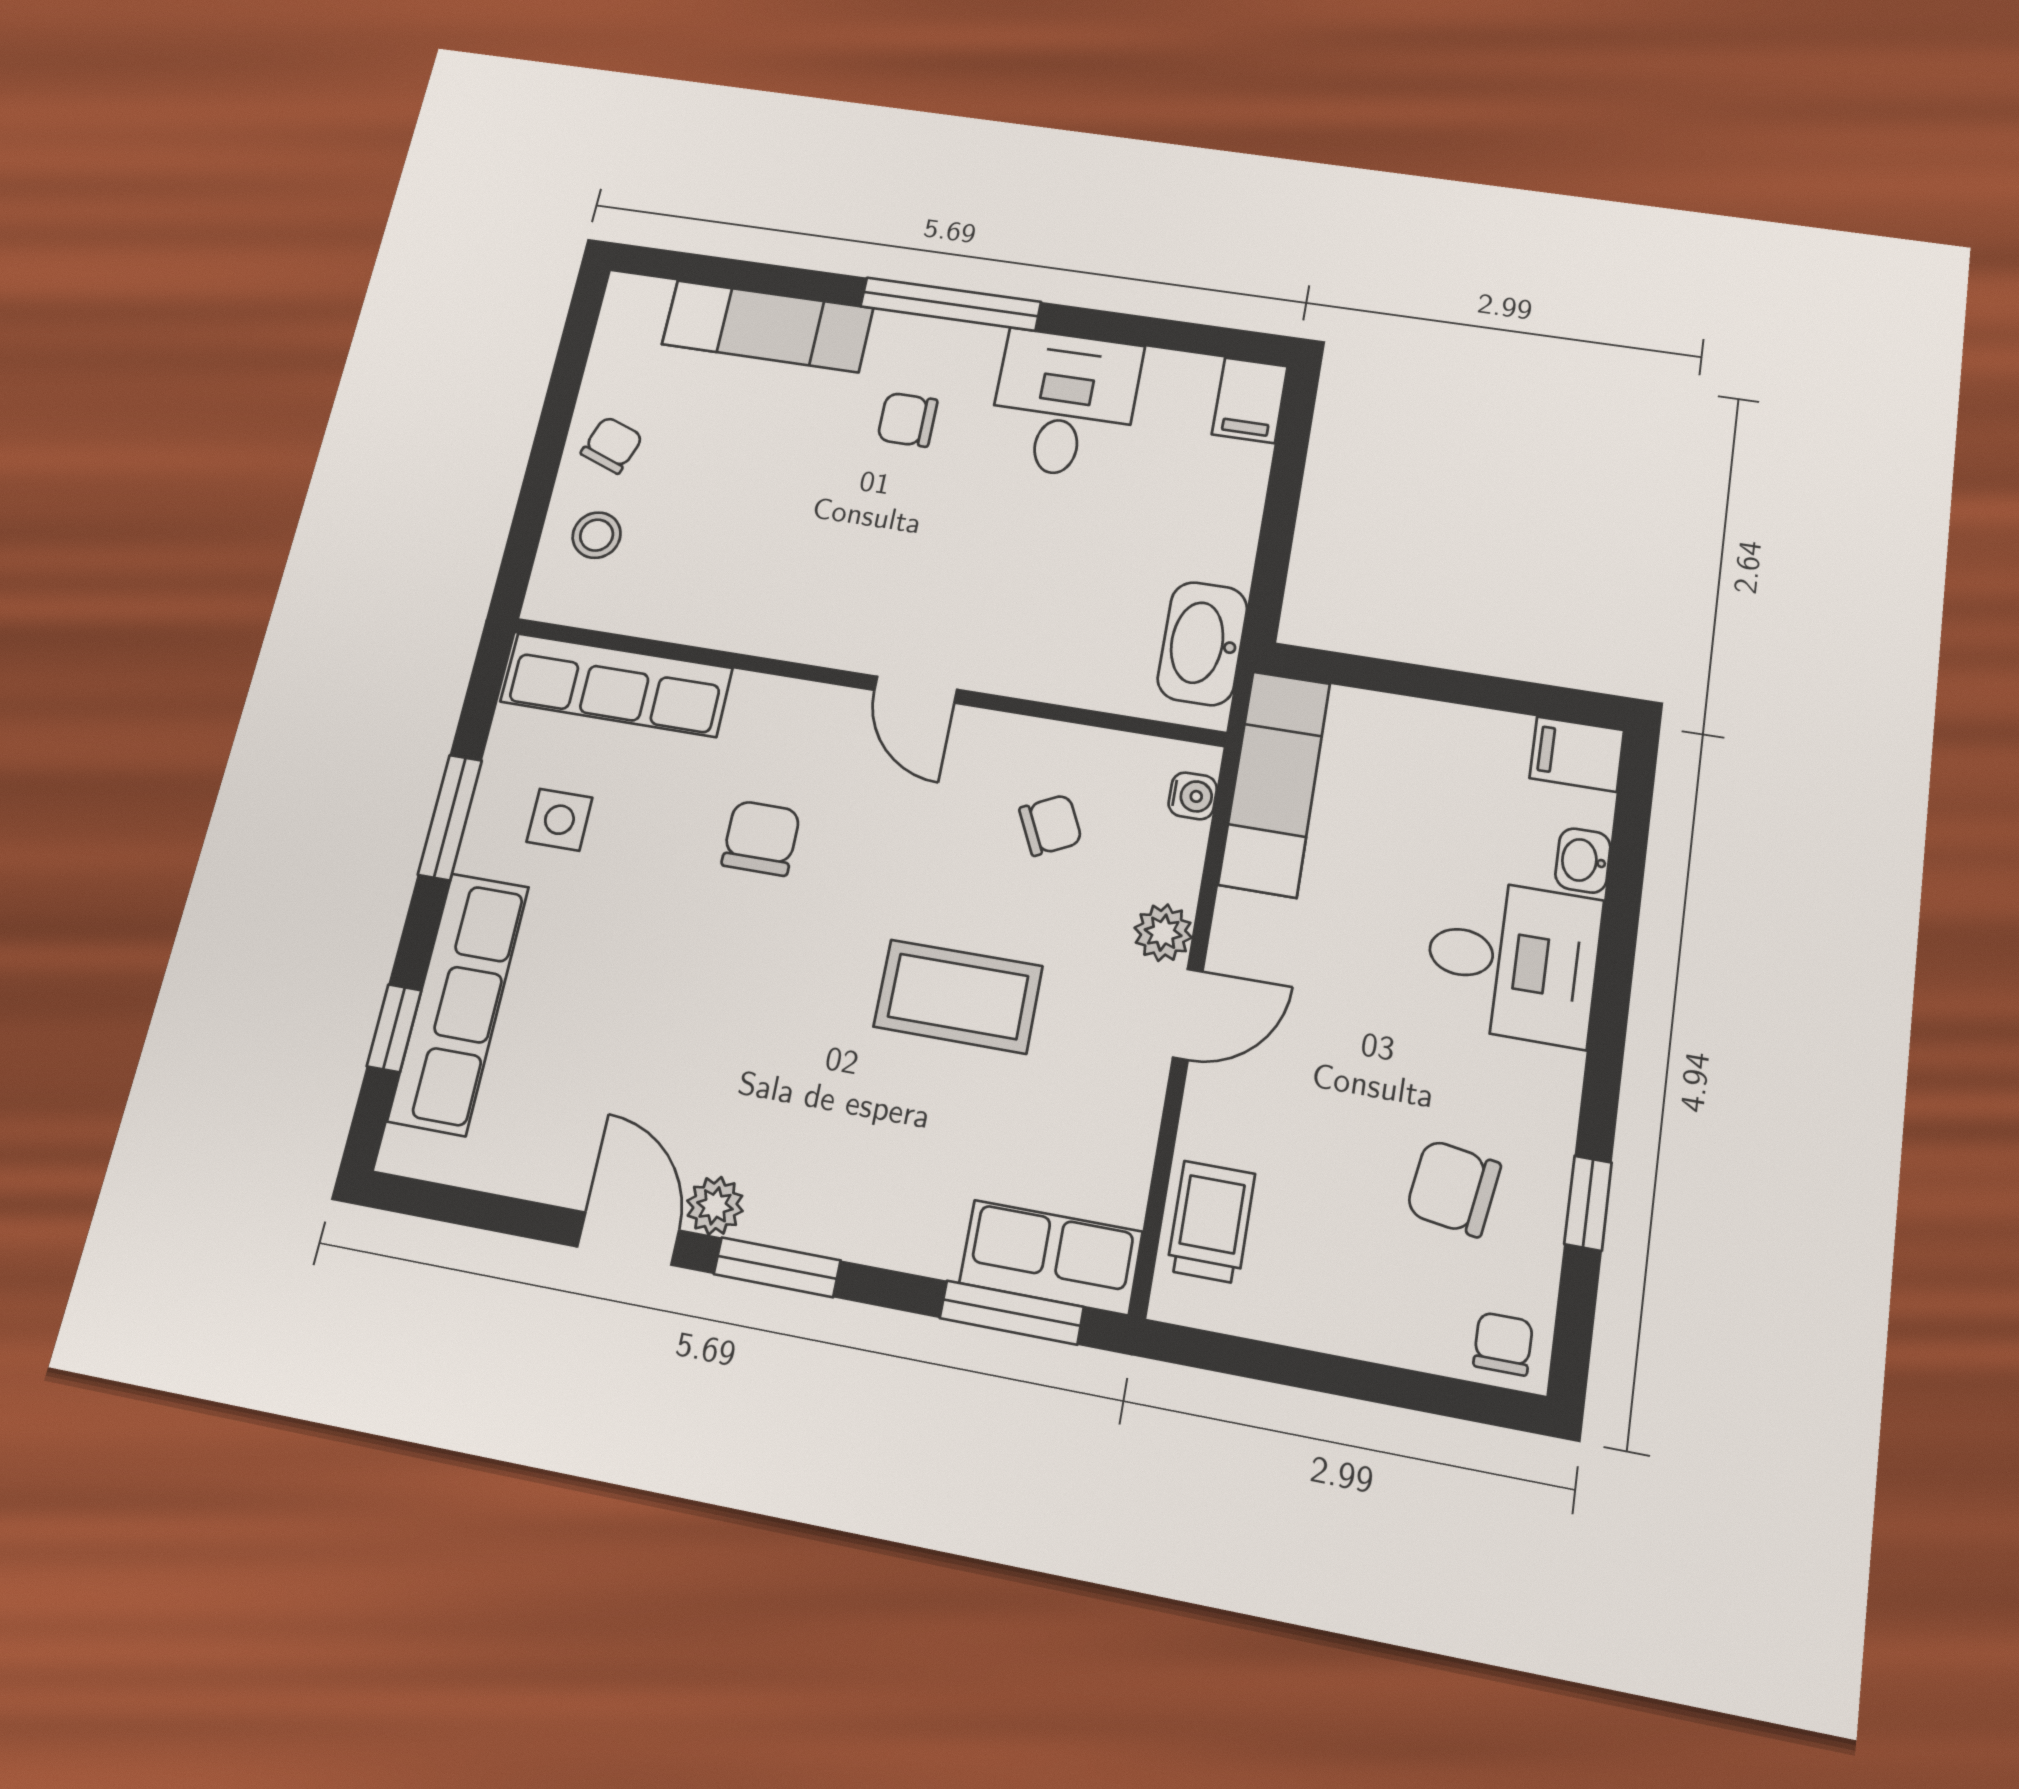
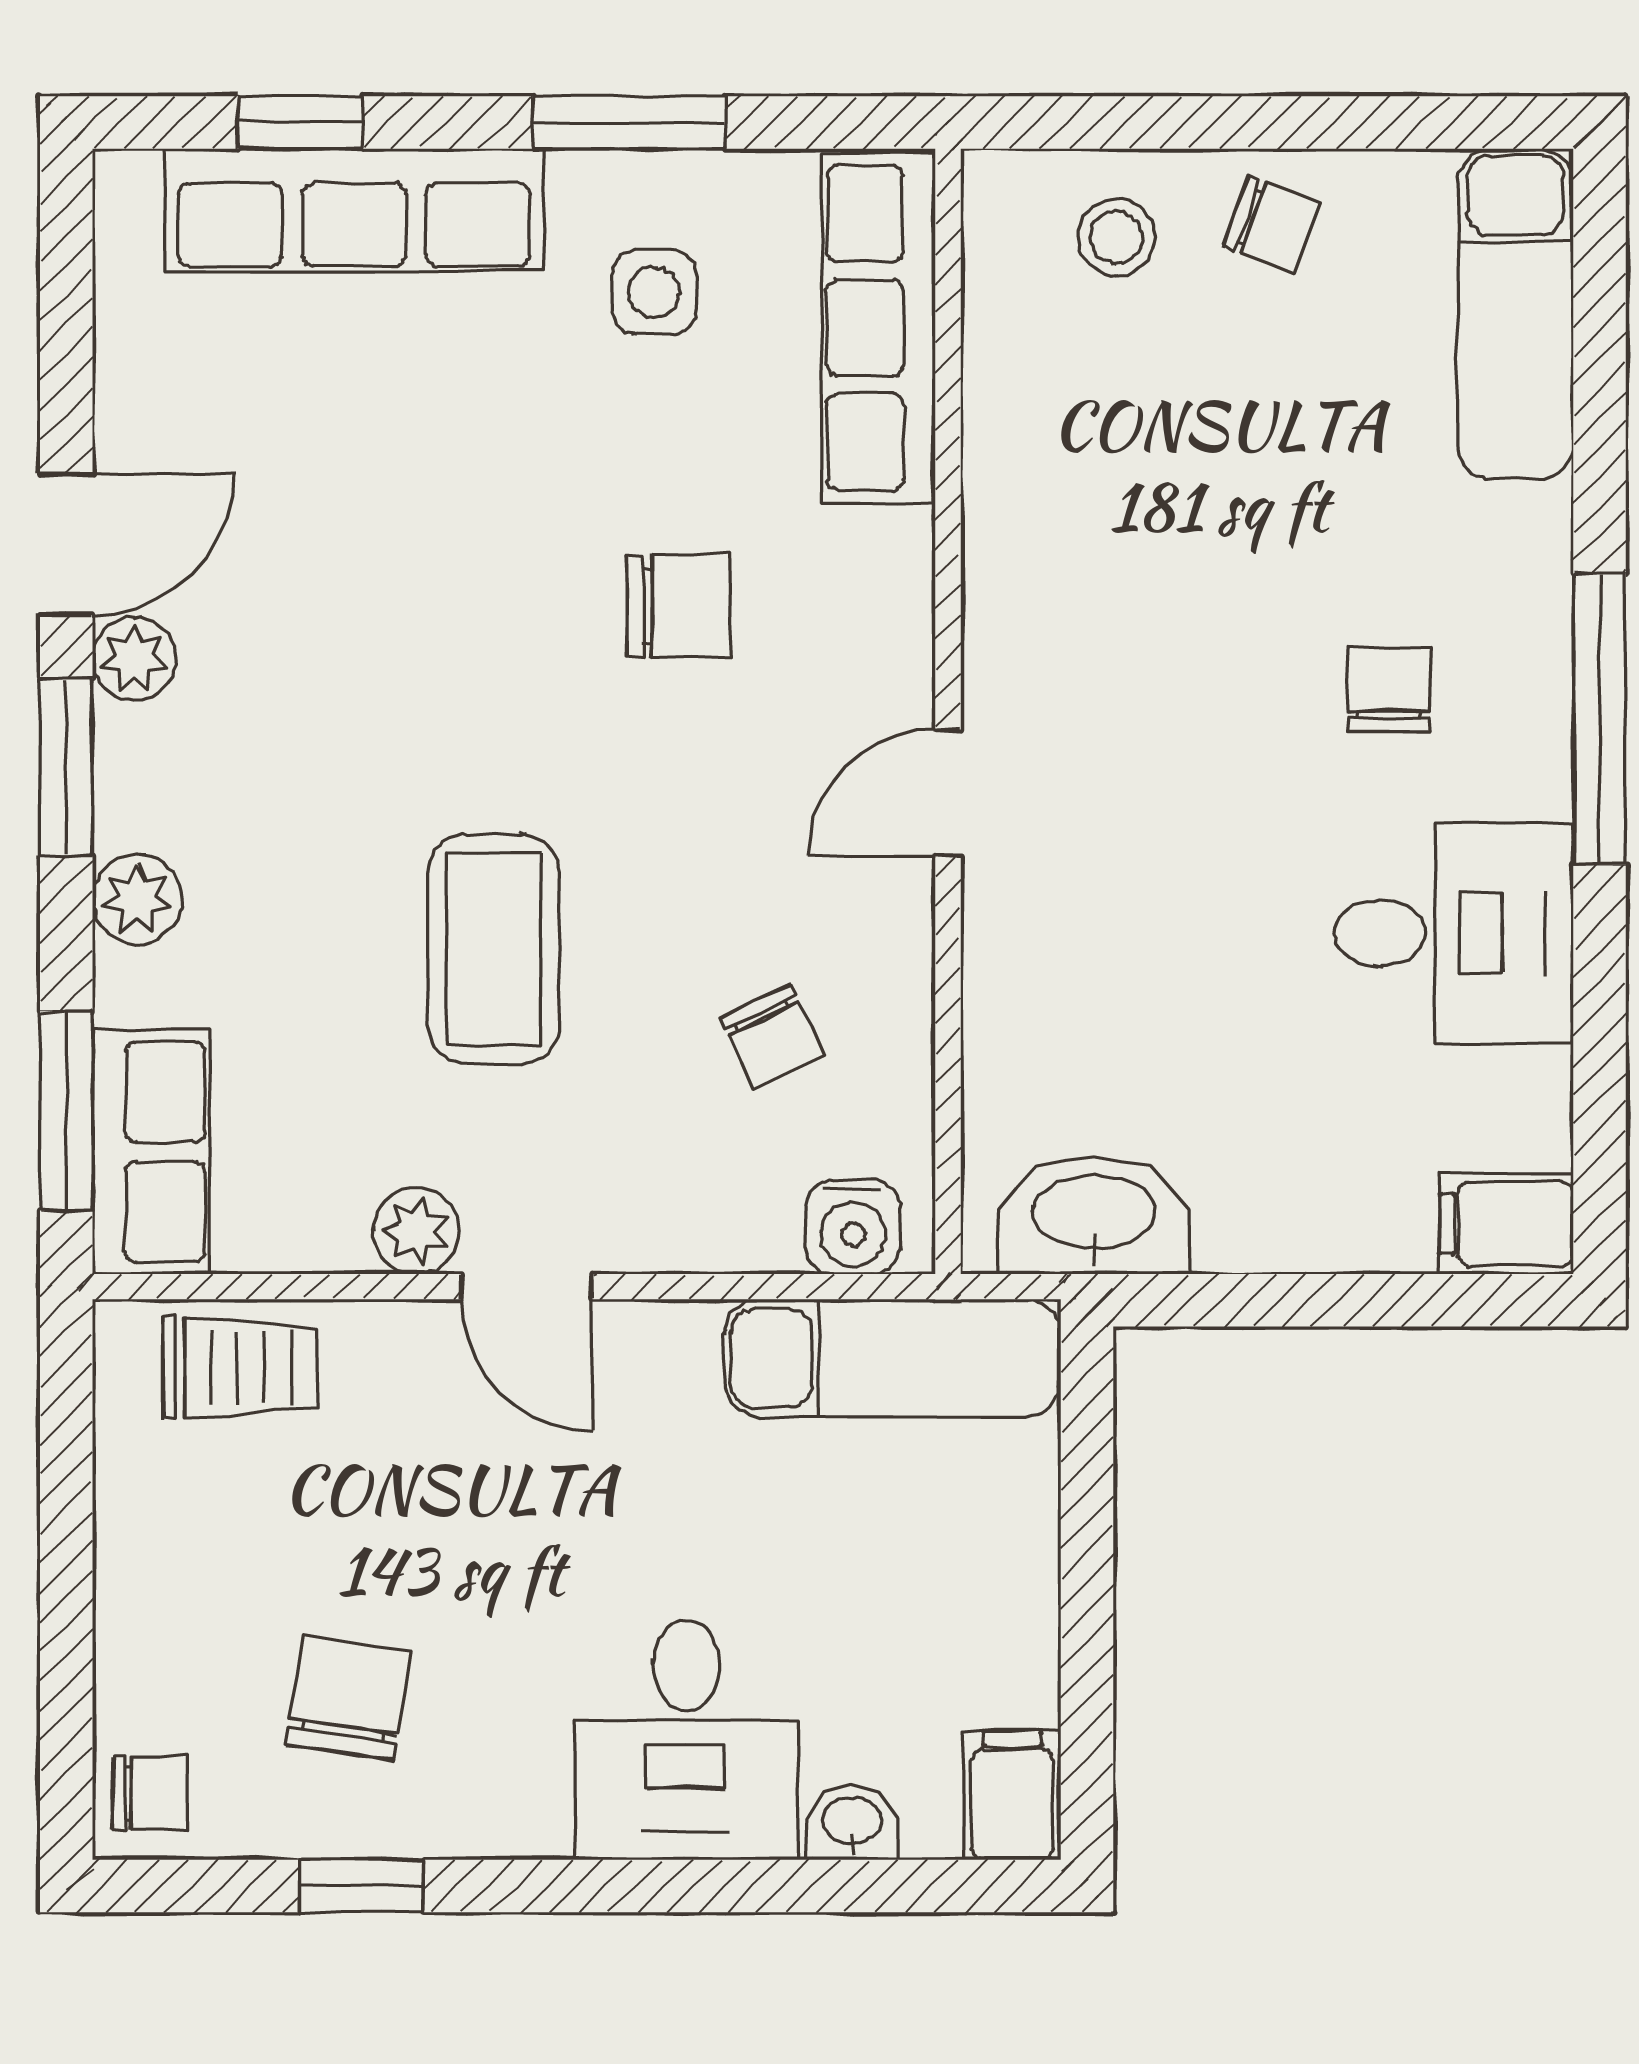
exam couch: (767, 326) -> (1516, 314), moved
water cooler: (1193, 796) -> (853, 1227), width x1.38, depth x1.38
plant: (1163, 933) -> (416, 1231), moved
plant: (877, 1234) -> (137, 899), added

